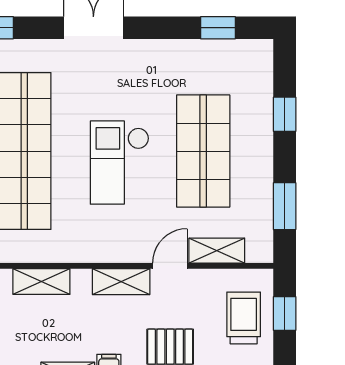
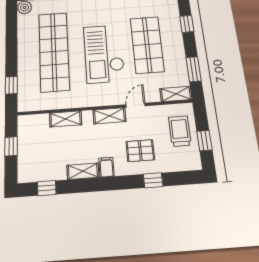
checkout: (120, 163) -> (104, 54), width x1.36, depth x1.21
shelving: (217, 251) -> (176, 94), moved
window: (285, 313) -> (204, 141), moved

